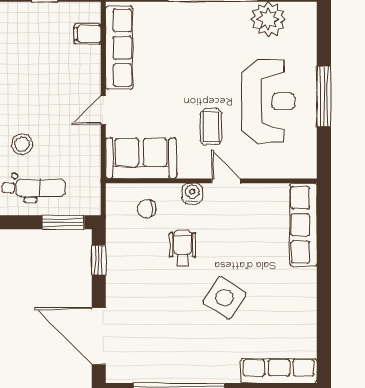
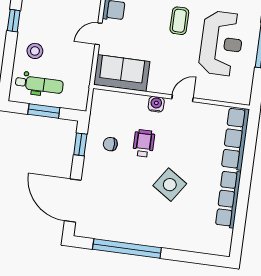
coffee table: (211, 127) -> (179, 21), moved
door: (226, 181) -> (182, 98), hinge flipped
chair: (147, 209) -> (110, 144), moved
window: (63, 222) -> (44, 111), moved
row of seats: (279, 371) -> (228, 199), moved, turned -90

